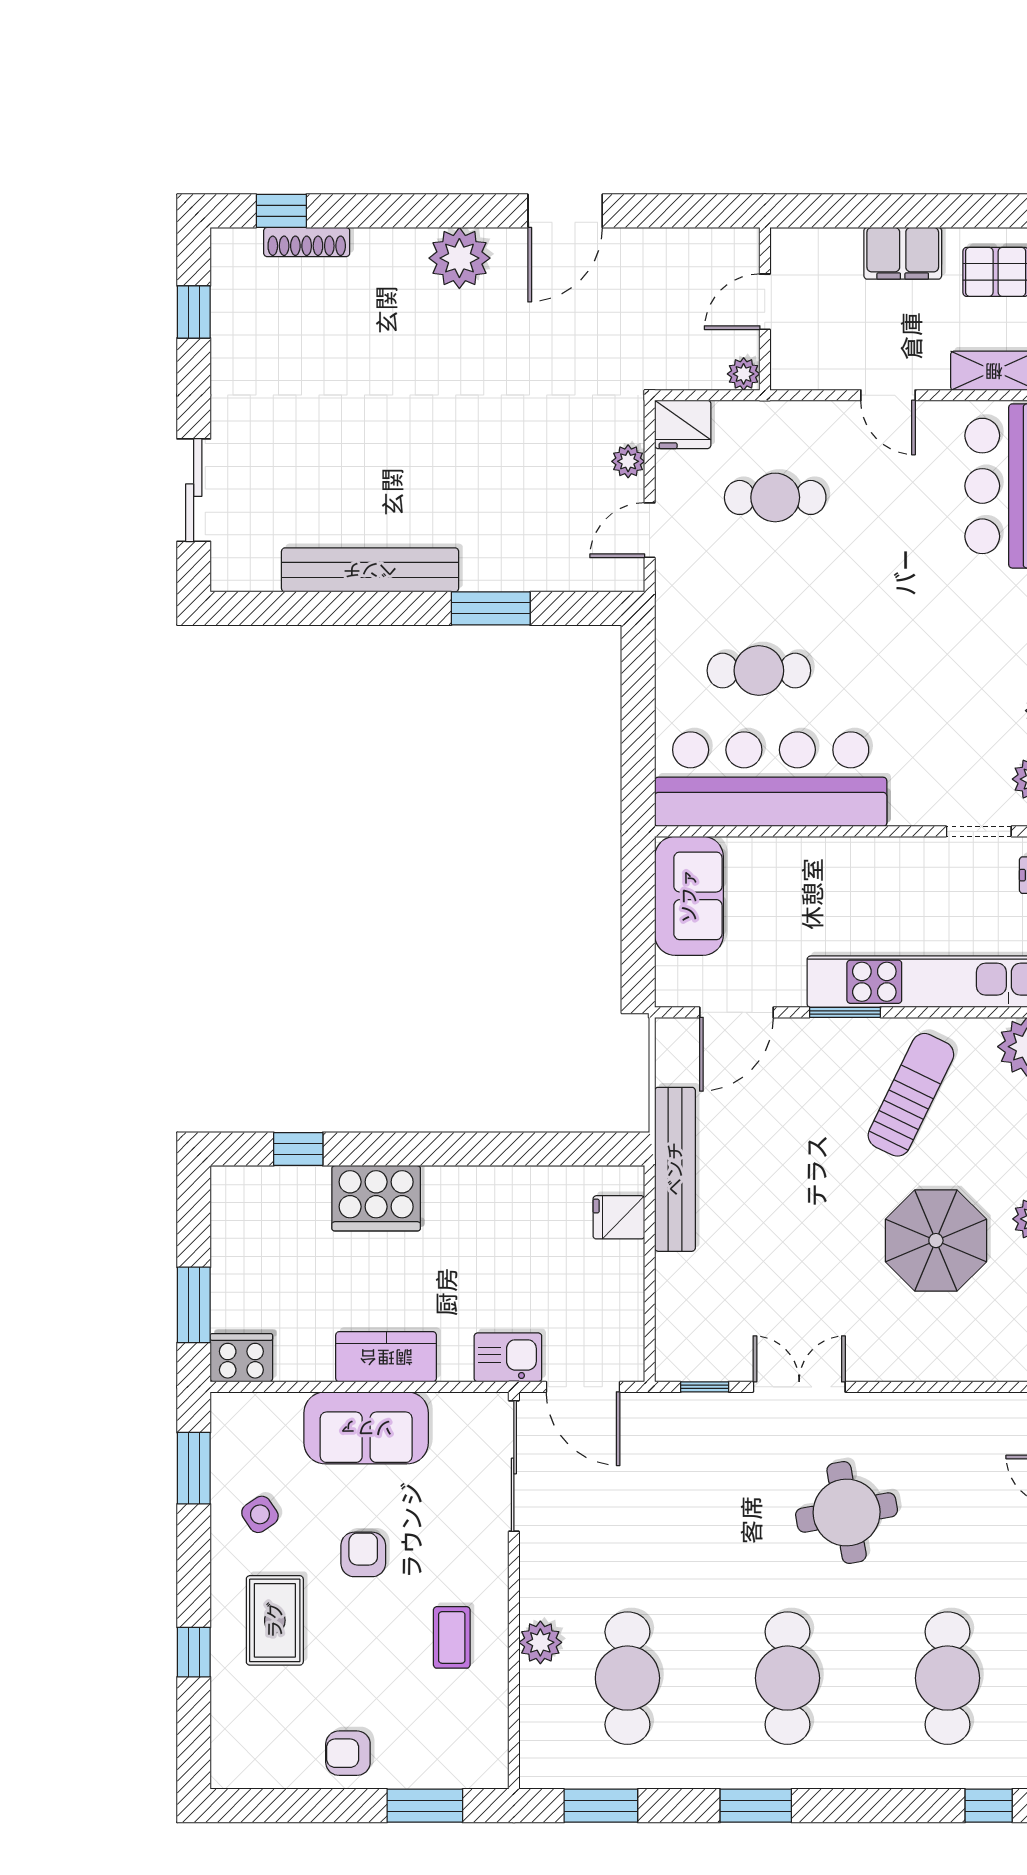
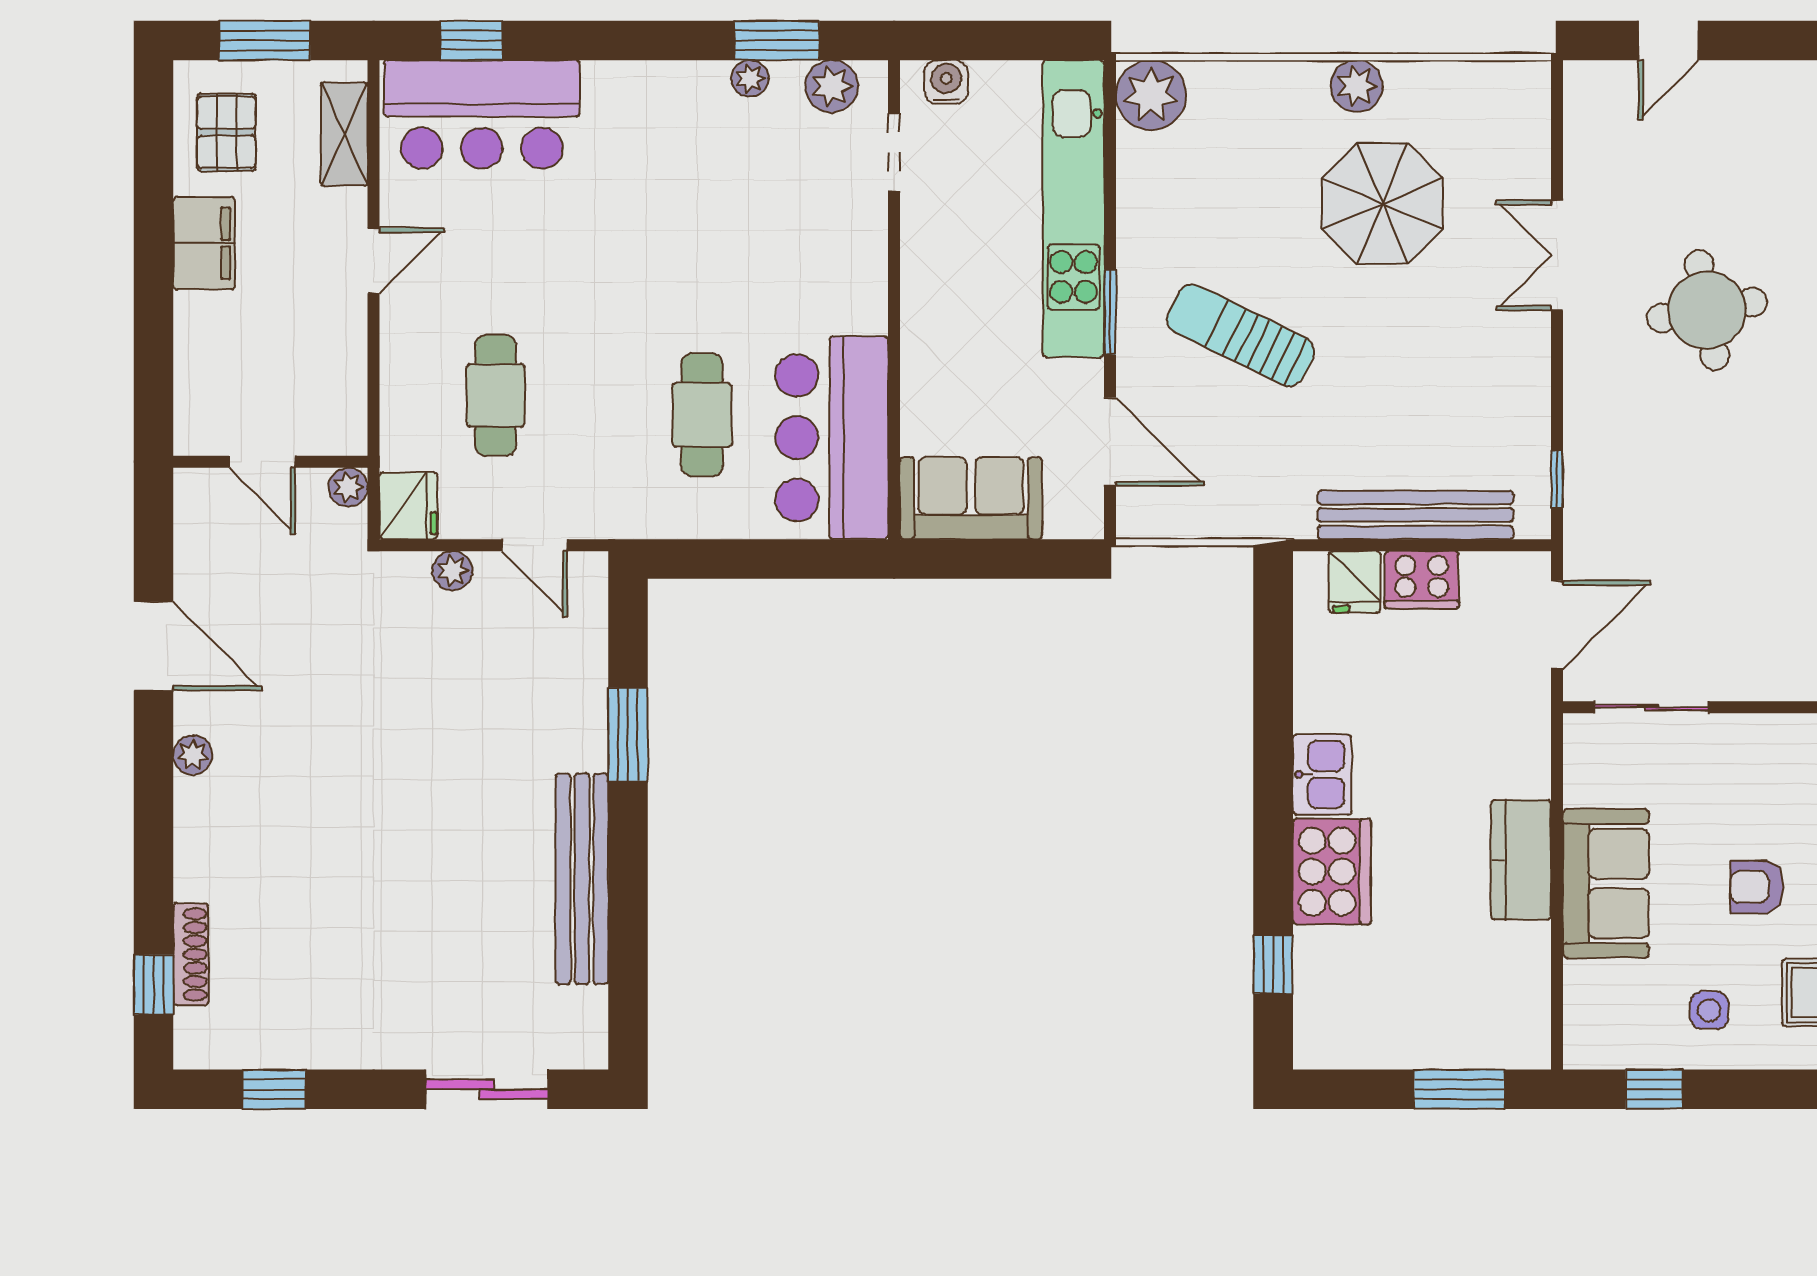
plant: (459, 258) -> (193, 755), width x0.53, depth x0.53
door: (765, 302) -> (262, 462), moved
wall: (765, 309) -> (270, 462), moved
plant: (744, 374) -> (348, 487), moved
bar counter: (771, 779) -> (832, 438), width x0.73
sun lounger: (911, 1095) -> (1241, 335), moved
bench: (675, 1169) -> (1415, 515), moved
kitchen sink: (508, 1357) -> (1322, 774), moved, turned 180
cooker: (241, 1358) -> (1422, 580), moved, turned -90
double door: (799, 1387) -> (1557, 255), moved
sliding door: (514, 1466) -> (1651, 707), width x0.73
window: (194, 1468) -> (1654, 1089), width x0.67
side table: (260, 1514) -> (1709, 1010), turned 34

